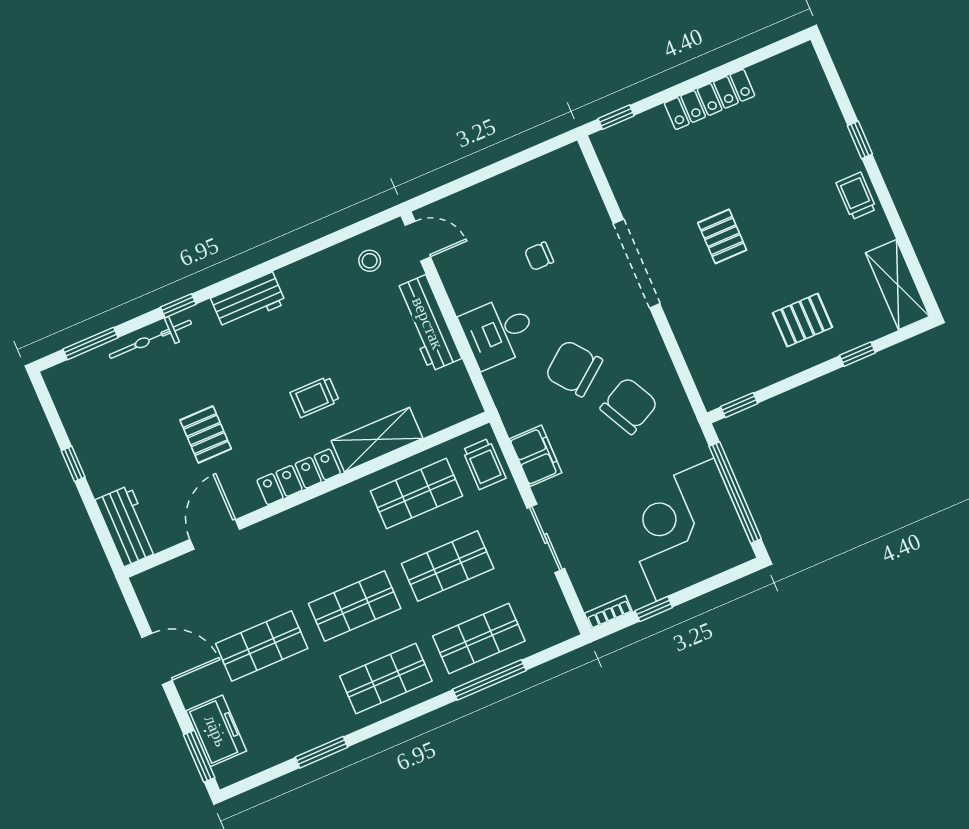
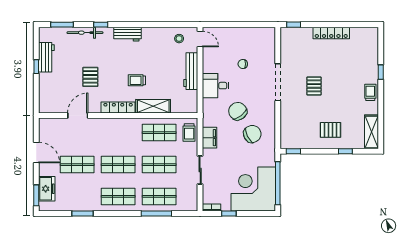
workbench: (127, 526) -> (46, 57), moved

